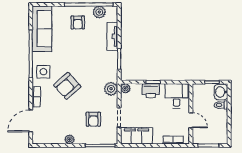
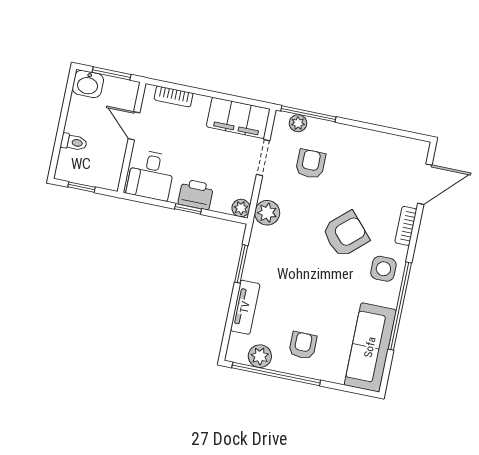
washbasin: (221, 92) -> (88, 84), moved, turned 90
plant: (70, 139) -> (298, 123), moved

